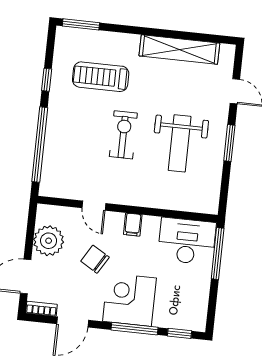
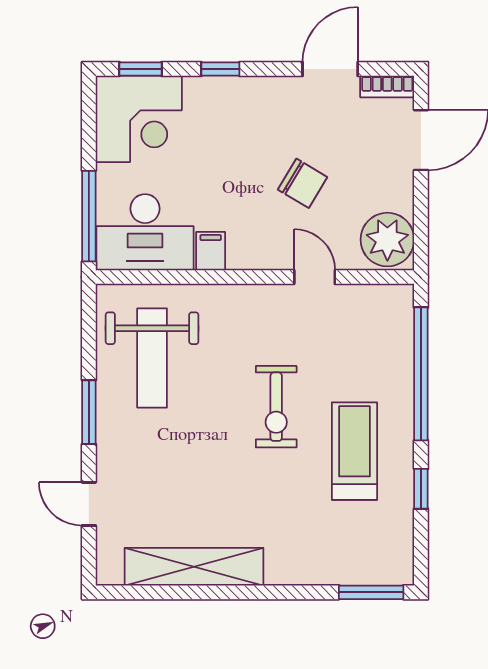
treadmill: (101, 77) -> (355, 451), moved, turned -90
weight bench: (180, 143) -> (152, 358), moved, turned 180
filing cabinet: (133, 225) -> (211, 251), moved
plant: (49, 241) -> (387, 240), moved
corner desk: (129, 300) -> (139, 119), moved
window: (134, 329) -> (220, 69), width x0.46

